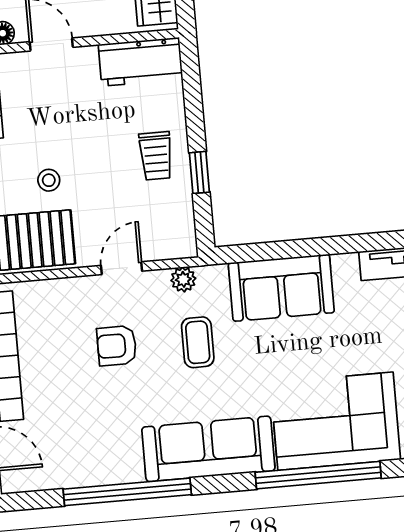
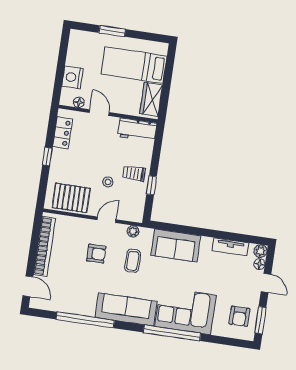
trolley: (156, 156) -> (134, 173), turned 90
stool: (49, 180) -> (108, 182), moved
armchair: (117, 346) -> (96, 254), turned 180

